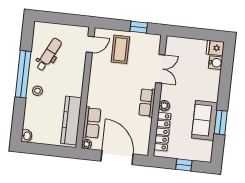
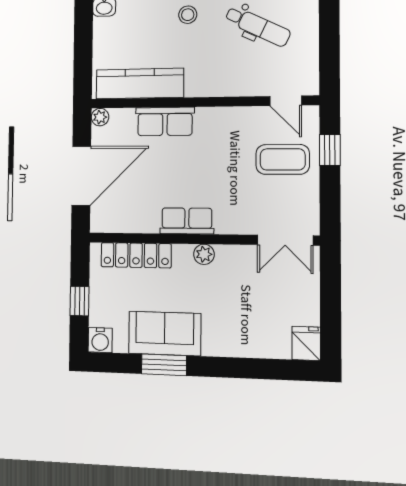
window: (139, 27) -> (330, 150), moved
water cooler: (216, 63) -> (100, 340), moved
double door: (160, 69) -> (285, 240), moved
plant: (164, 106) -> (204, 254), moved
row of seats: (92, 123) -> (165, 121), moved

